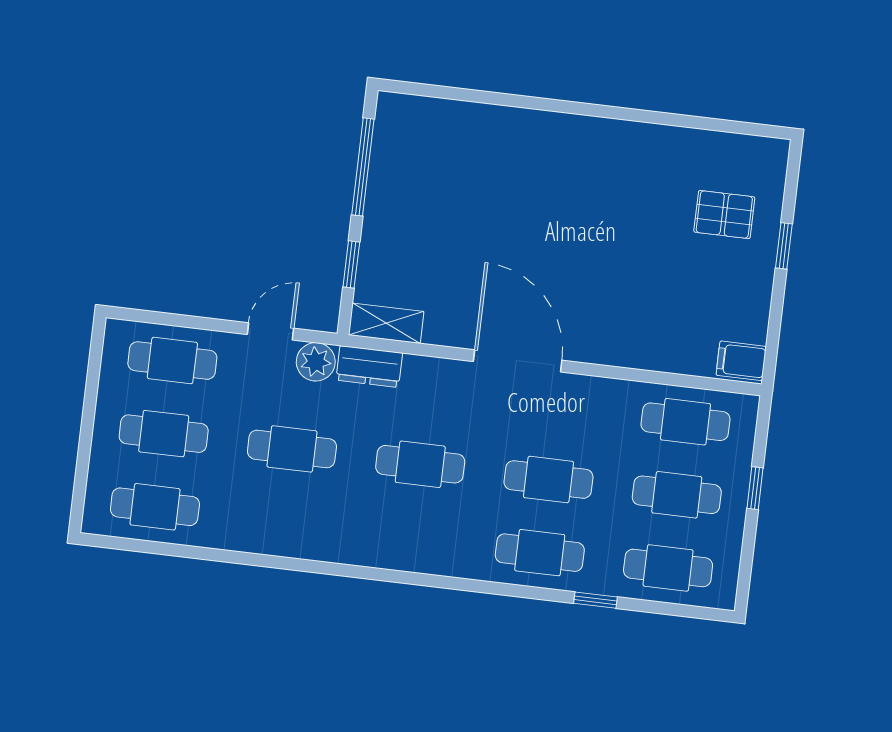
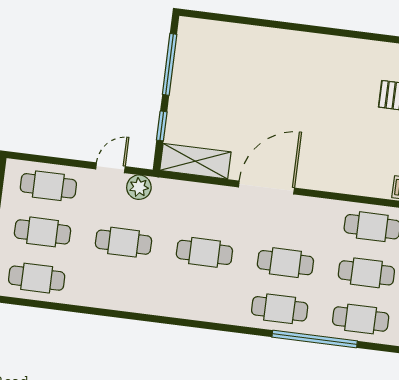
shelving: (386, 323) -> (195, 161), width x1.50, depth x1.33
door: (518, 361) -> (266, 187), hinge flipped
dresser: (369, 366) -> (173, 190), removed
window: (596, 600) -> (315, 339), width x3.17

